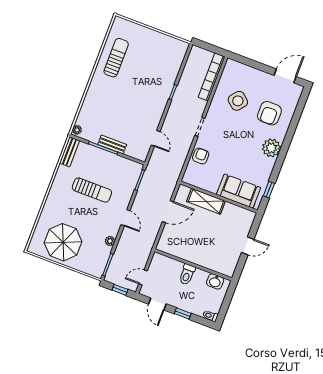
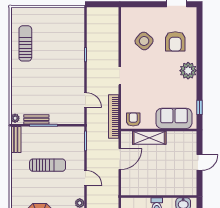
bookcase: (212, 77) -> (114, 116), moved
bench: (112, 145) -> (36, 119), moved
armchair: (201, 156) -> (133, 119), moved

